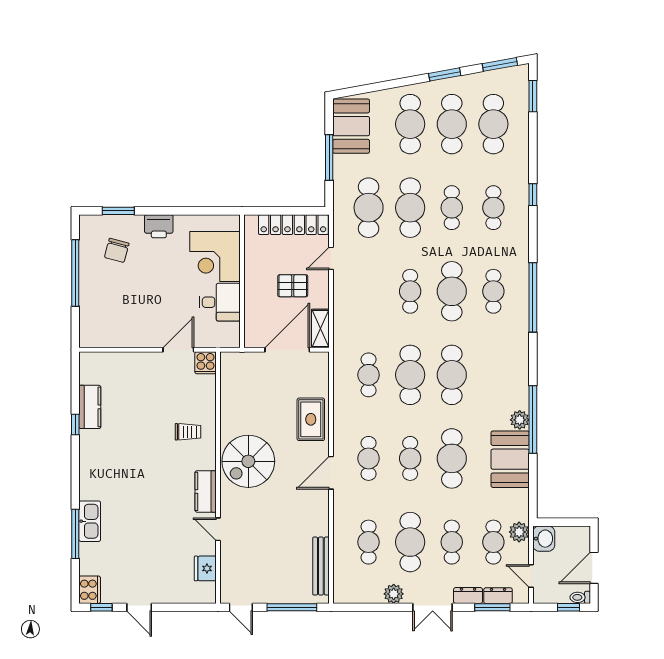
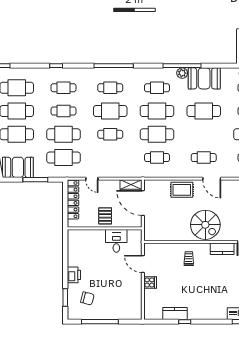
corner desk: (215, 257) -> (91, 243), removed
pallet: (293, 286) -> (105, 216), moved
cooker: (206, 363) -> (150, 282), moved
cafe table: (410, 458) -> (157, 88), moved

